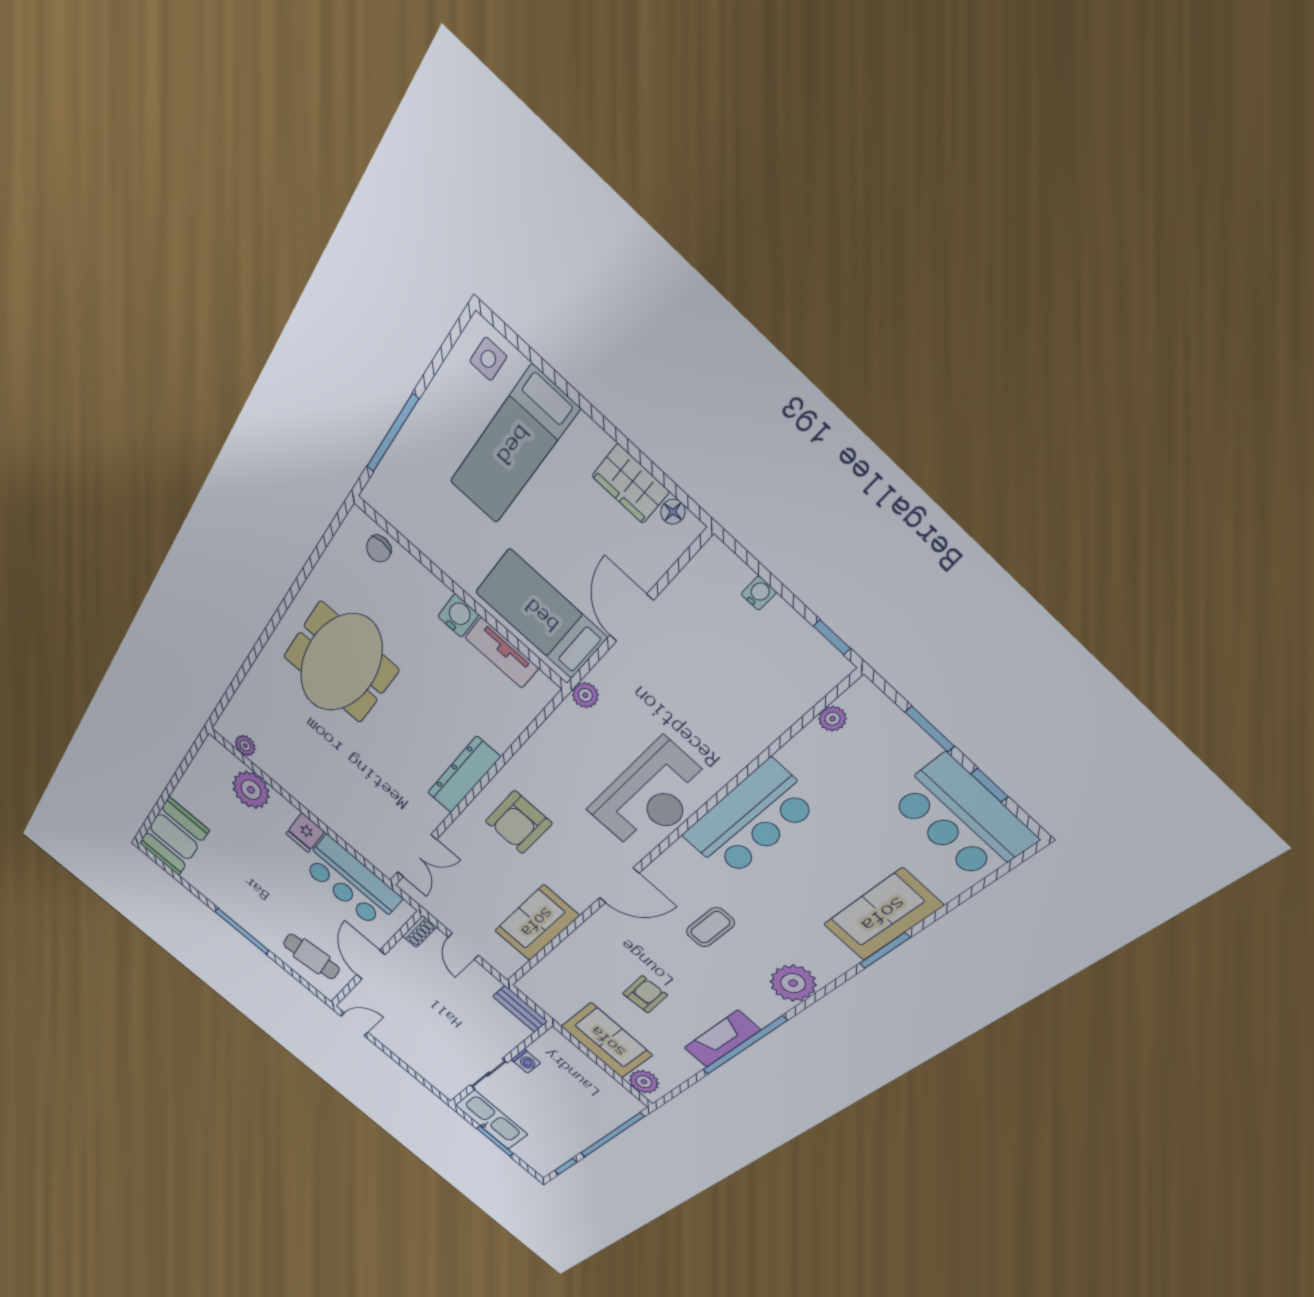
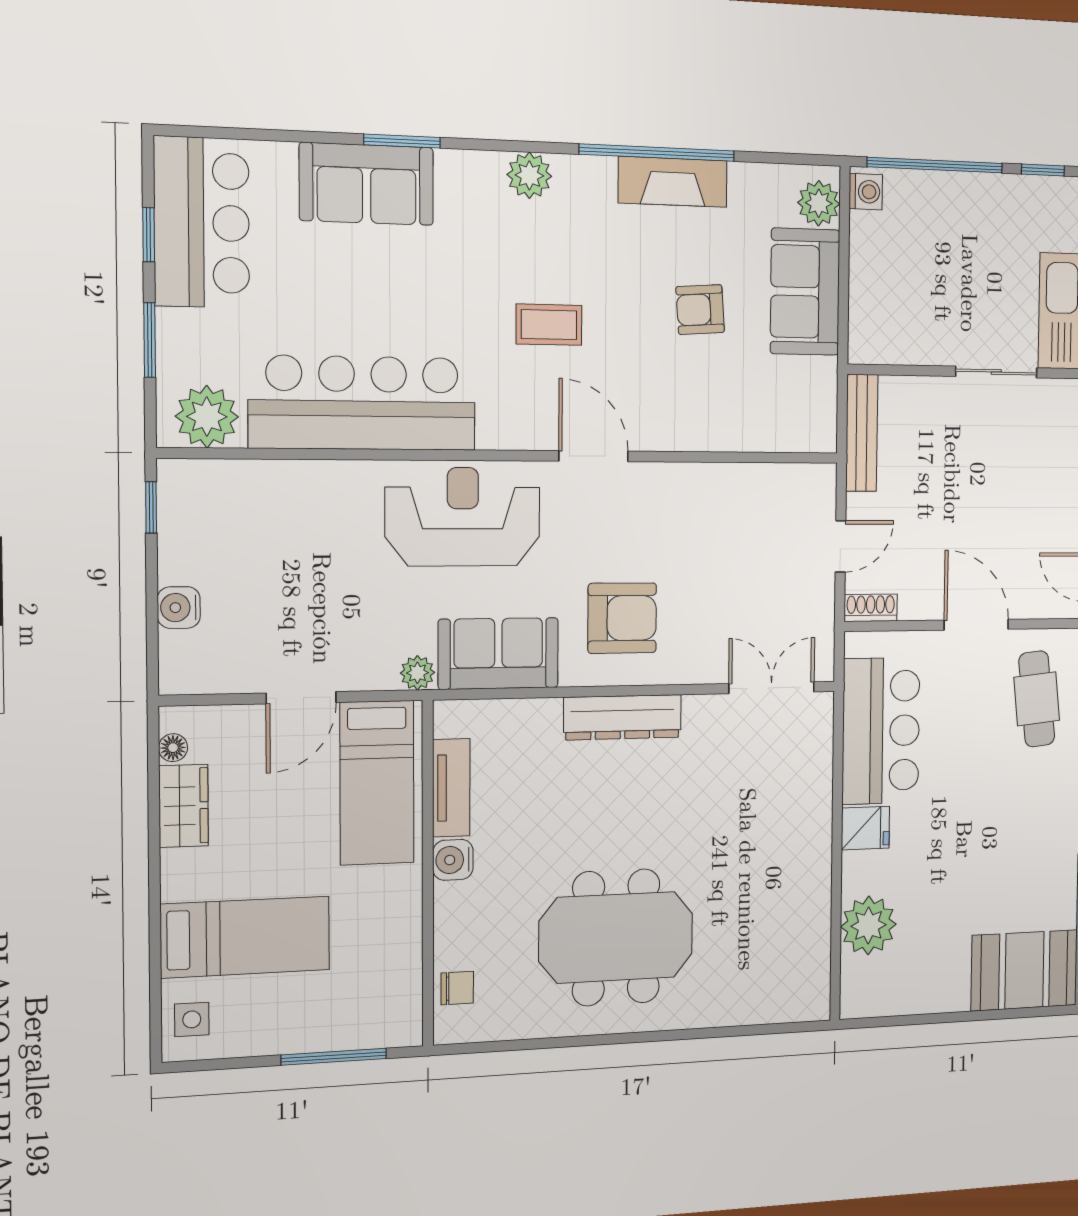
water cooler: (759, 593) -> (179, 608), width x1.38, depth x1.38
plant: (833, 719) -> (207, 417), width x1.87, depth x1.87
plant: (245, 746) -> (816, 970), removed
bar counter: (750, 820) -> (363, 403), width x1.36
sofa: (537, 923) -> (498, 653), moved, turned 180
door: (371, 965) -> (976, 625), swing flipped
plant: (793, 983) -> (529, 175), width x0.73, depth x0.73
bench: (520, 1009) -> (862, 433), width x1.36
washing machine: (526, 1061) -> (866, 192), moved, turned 90

